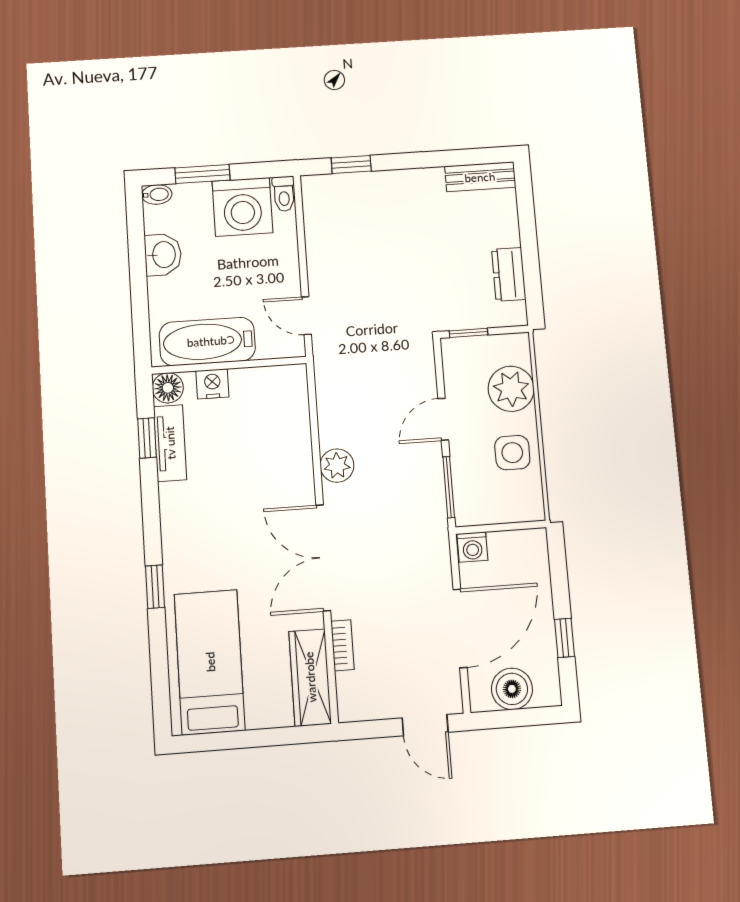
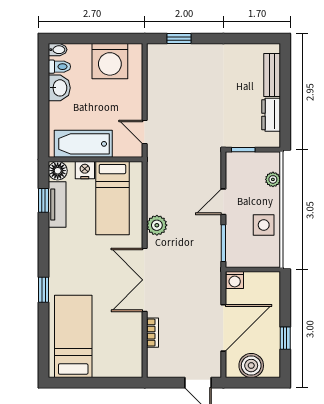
window: (202, 174) -> (86, 38), removed
bench: (480, 177) -> (272, 75), moved, turned 90
toilet: (284, 194) -> (59, 67), moved, turned -90
plant: (511, 389) -> (273, 179), width x0.53, depth x0.53
bed: (261, 426) -> (112, 198), added
wardrobe: (310, 677) -> (132, 350), removed

